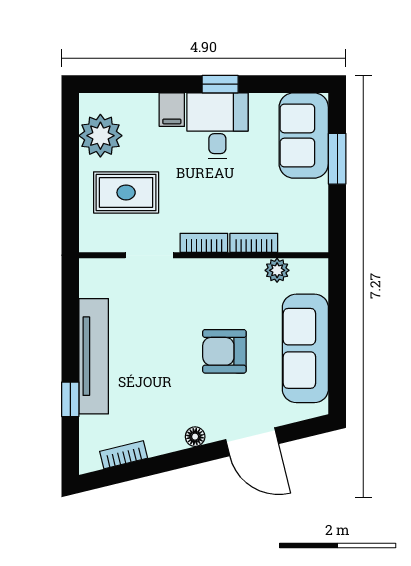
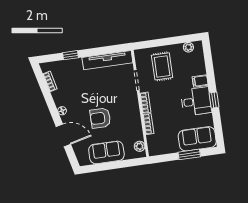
plant: (100, 136) -> (188, 47), width x0.53, depth x0.53
plant: (277, 270) -> (140, 146), moved
sofa: (305, 348) -> (106, 152), width x0.73
armchair: (224, 351) -> (100, 118), turned -90
tv unit: (94, 356) -> (107, 60), moved
door: (252, 442) -> (63, 135), swing flipped

